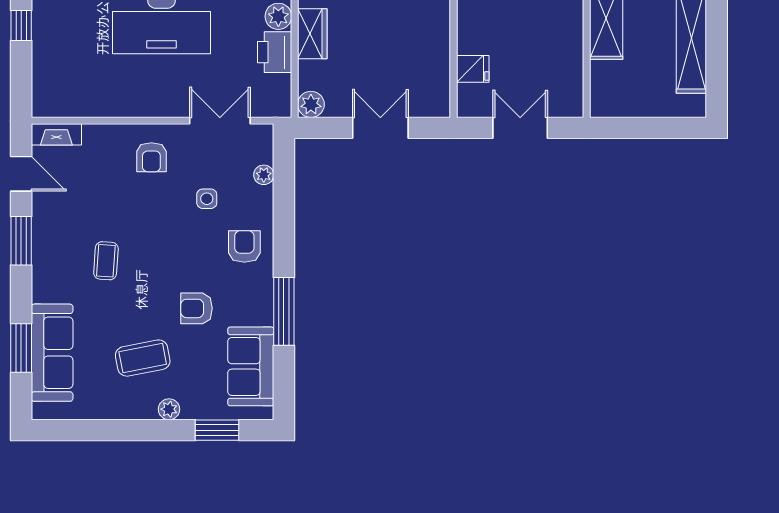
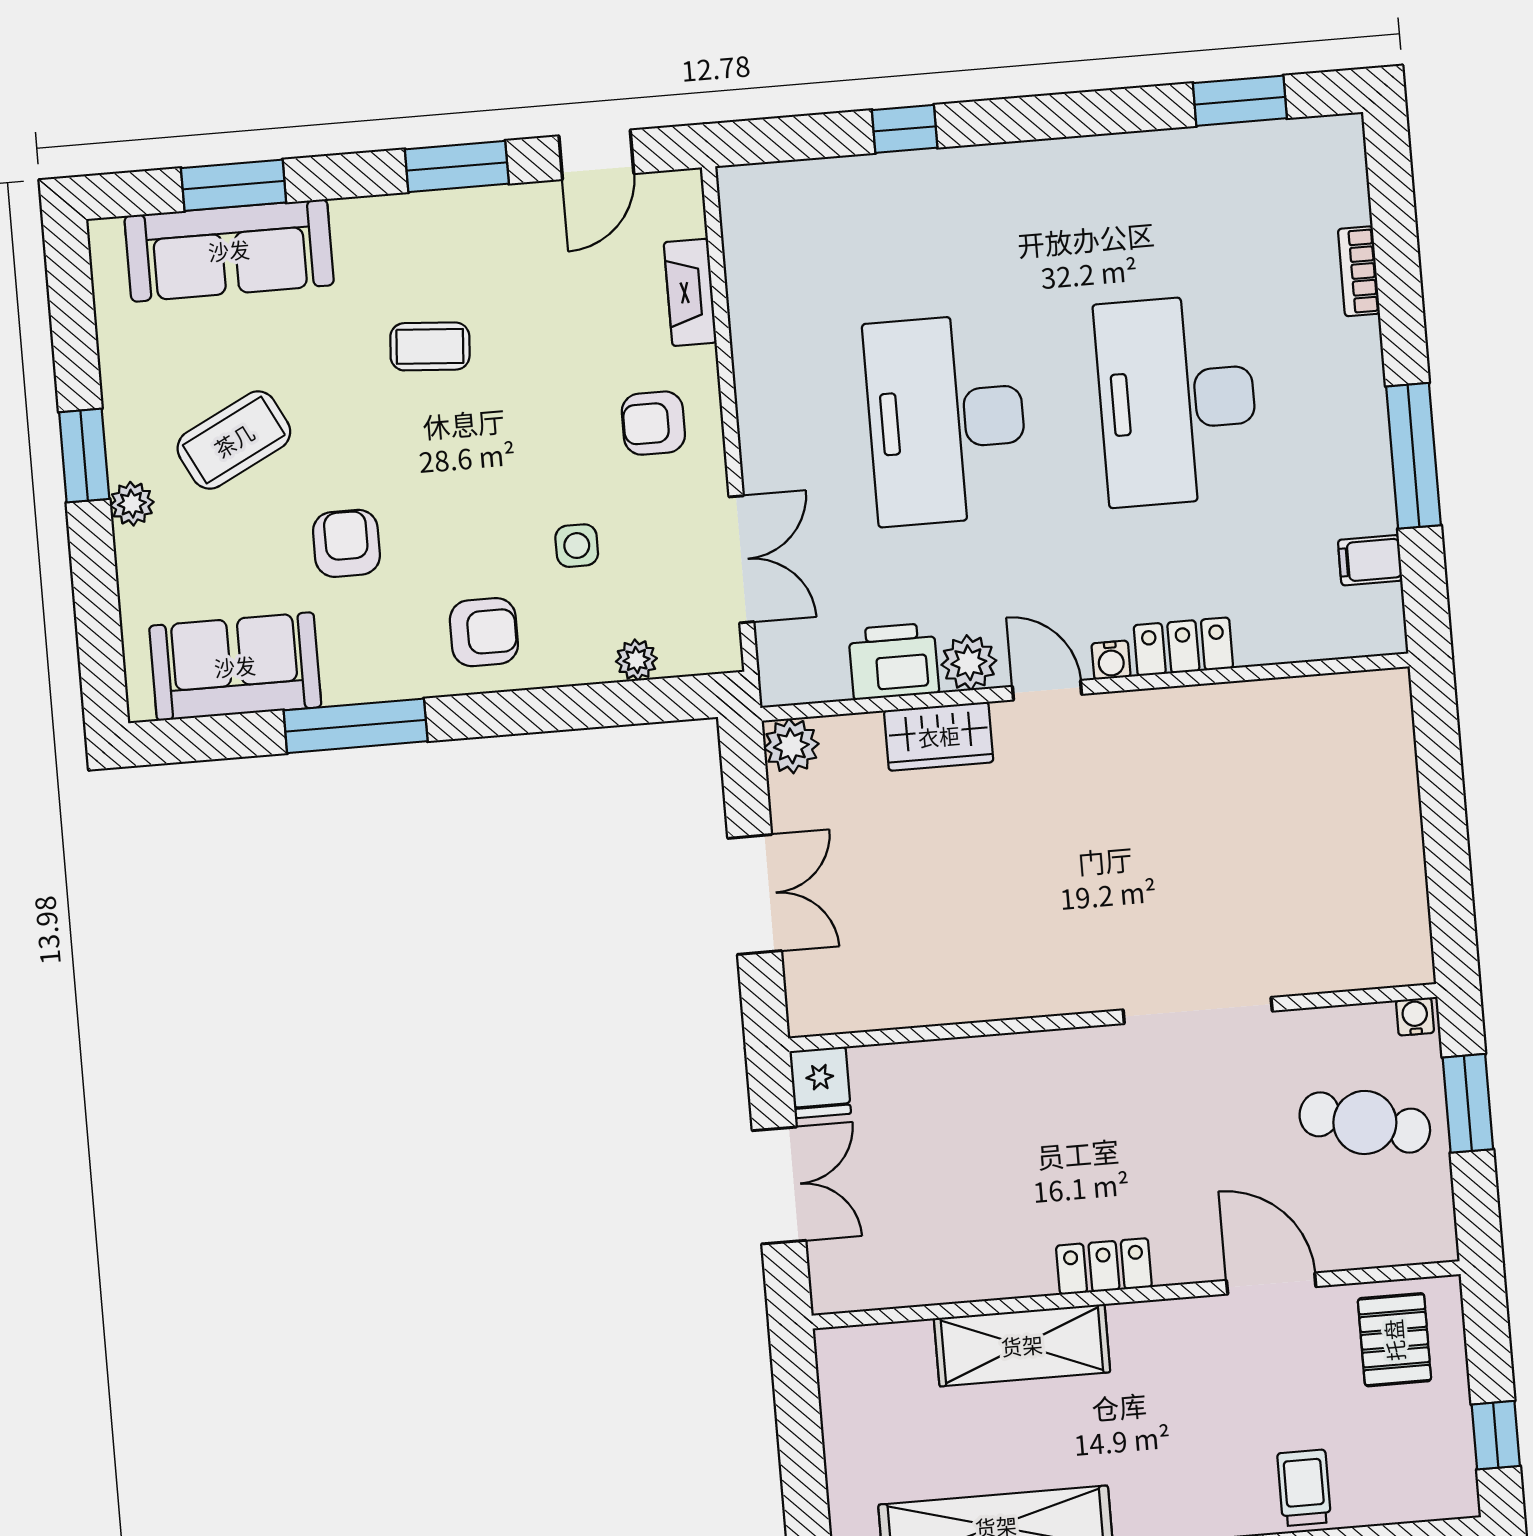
fridge: (473, 69) -> (820, 1082), moved
fireplace: (56, 134) -> (690, 292), moved
coffee table: (143, 358) -> (234, 440), turned 74
window: (217, 430) -> (84, 456), moved

